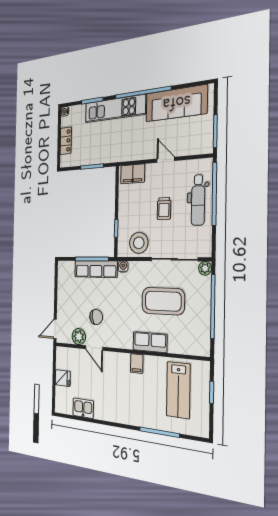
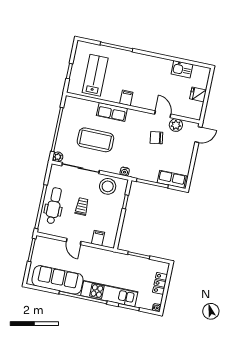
filing cabinet: (133, 174) -> (98, 238), width x0.50
row of seats: (96, 269) -> (172, 179), moved, width x0.68

